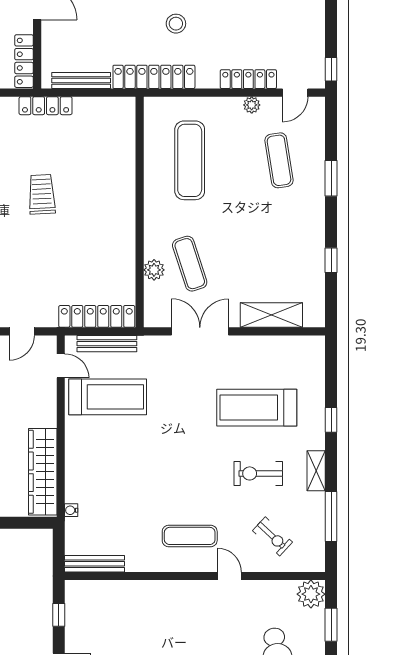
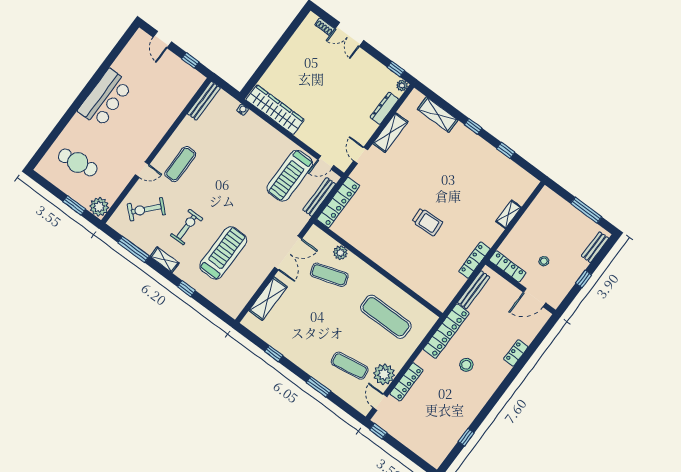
plant: (252, 105) -> (384, 374), width x1.88, depth x1.88
exercise bike: (273, 536) -> (146, 209), width x1.38, depth x1.39

